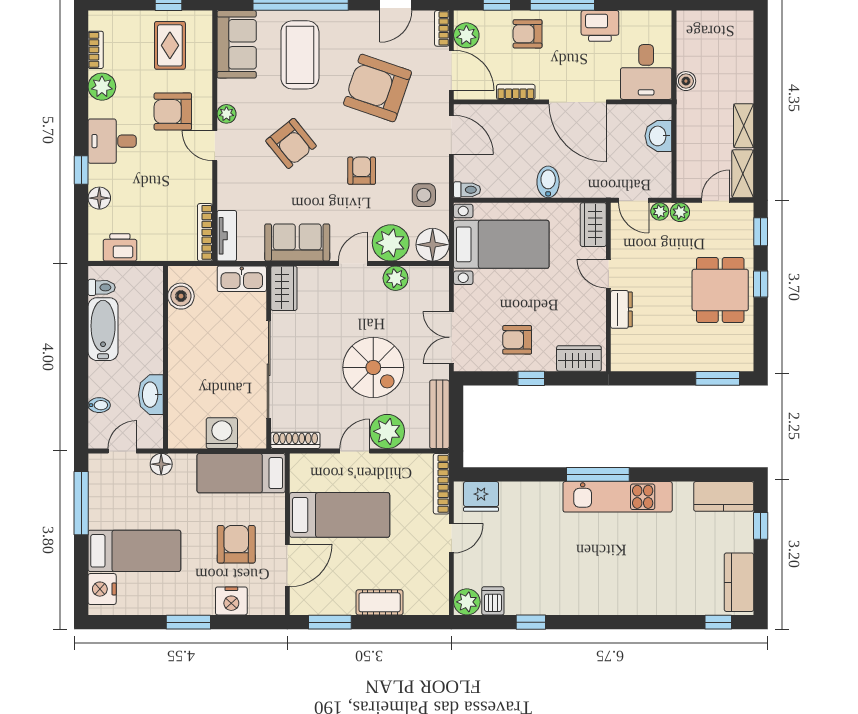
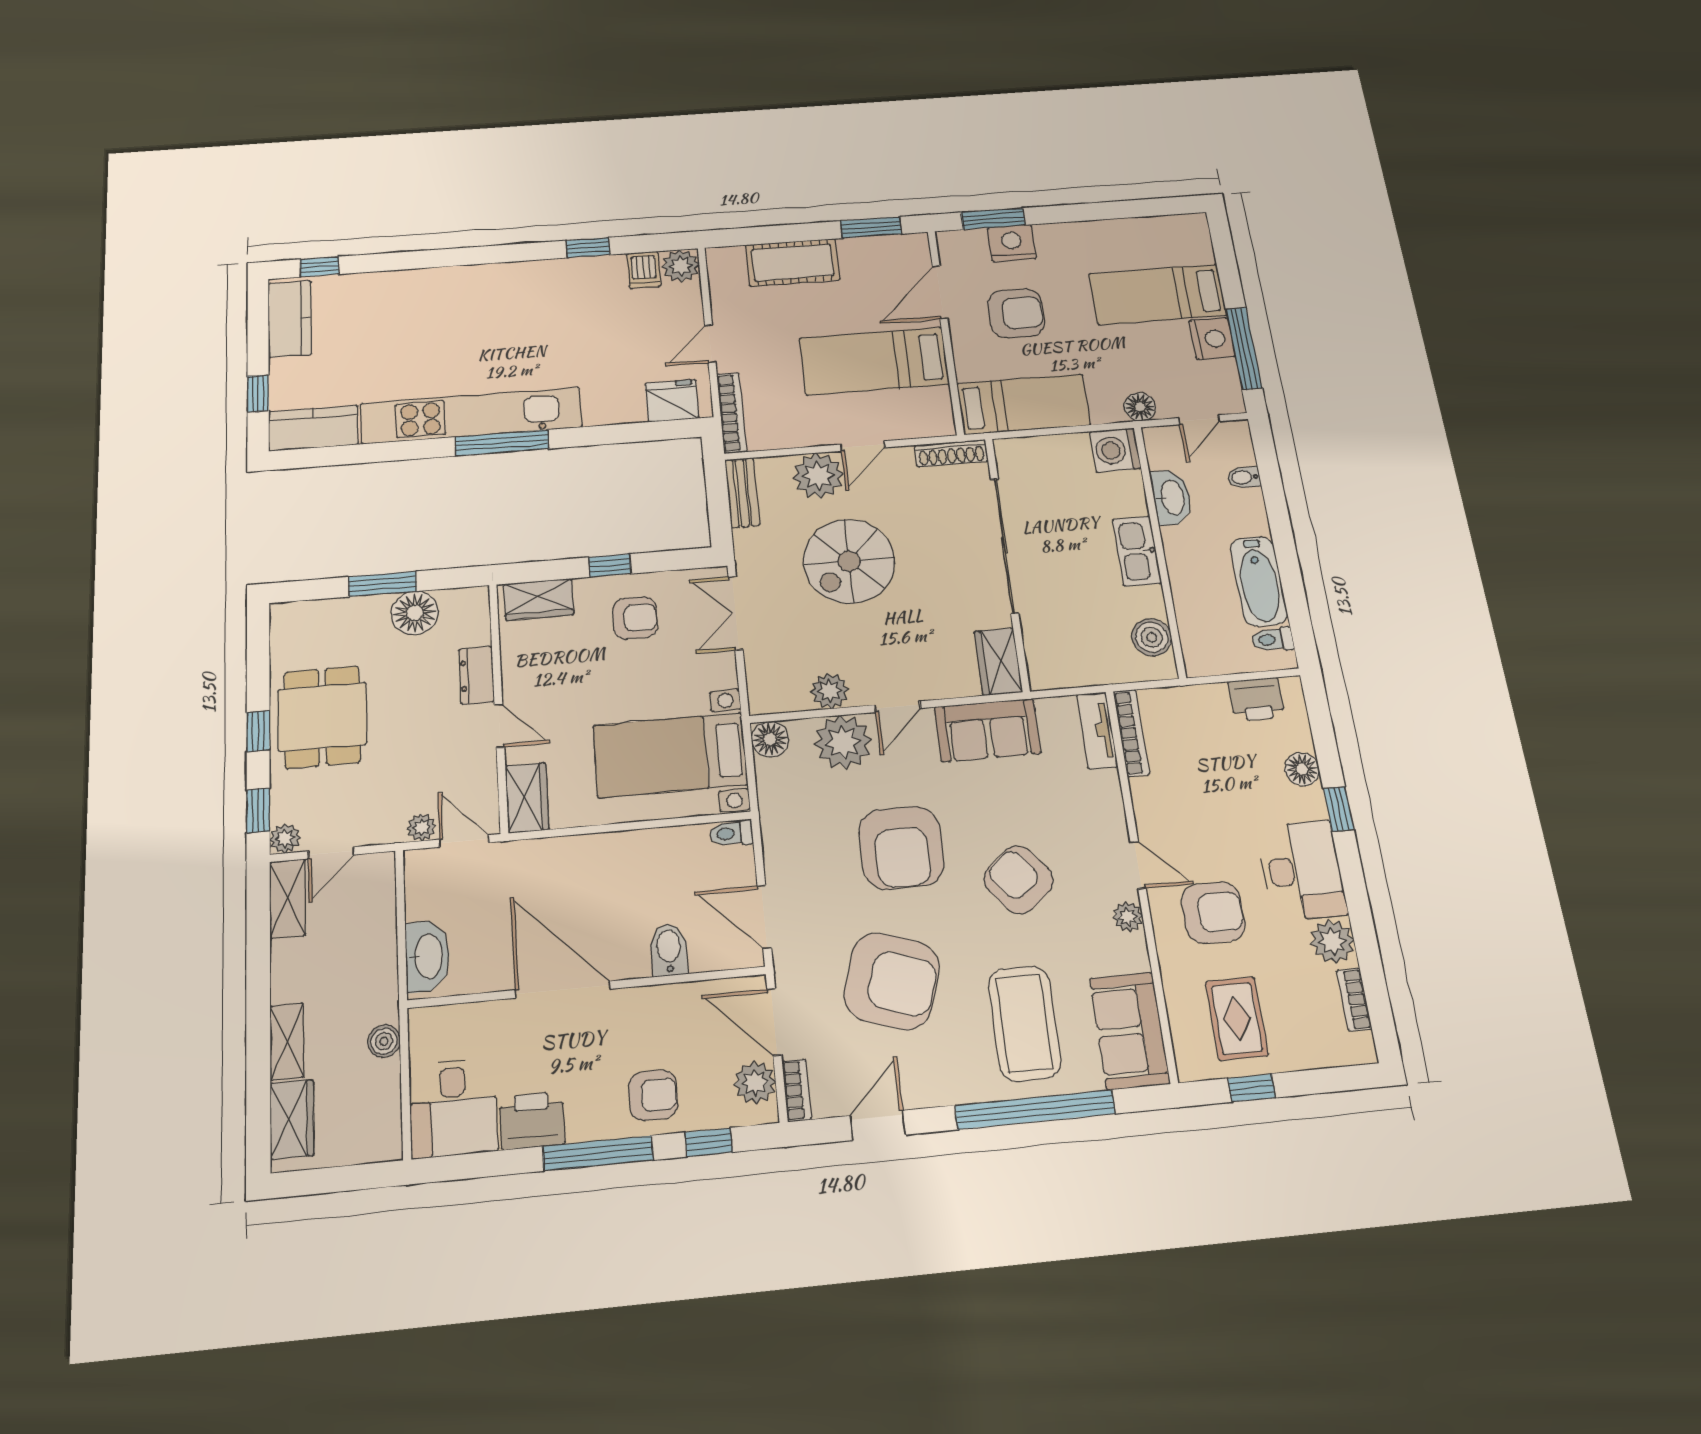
wardrobe: (741, 40) -> (292, 1119), added
desk: (646, 72) -> (453, 1108), moved, turned 180
bookcase: (516, 92) -> (665, 996), removed
shelving: (744, 126) -> (287, 1042), moved
washbasin: (658, 136) -> (428, 956), width x1.38
desk: (112, 141) -> (1302, 870), width x1.37
armchair: (362, 171) -> (901, 848), width x1.88, depth x1.88
bidet: (548, 182) -> (669, 950), moved, turned 180
side table: (424, 195) -> (799, 819), removed
plant: (680, 212) -> (285, 838), moved
floor lamp: (433, 245) -> (770, 739), width x0.73, depth x0.73
kitchen sink: (242, 279) -> (1137, 551), moved, turned -90
double door: (451, 337) -> (736, 613), swing flipped
floor lamp: (660, 356) -> (415, 613), added
spiral stairs: (373, 367) -> (849, 561), turned -90
window: (718, 378) -> (382, 584), moved
bench: (439, 414) -> (742, 493), width x0.73
washing machine: (222, 433) -> (1115, 450), moved, turned 90
kitchen unit: (618, 497) -> (471, 415), width x1.36
armchair: (236, 544) -> (1016, 313), turned -90
nightstand: (102, 589) -> (1212, 339), moved
cot: (380, 602) -> (793, 262), width x1.37, depth x1.34
window: (188, 622) -> (993, 219), moved

